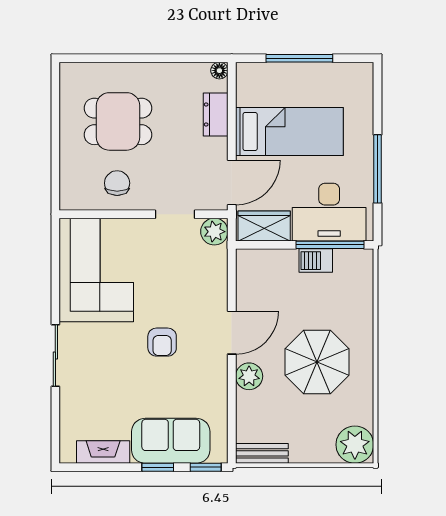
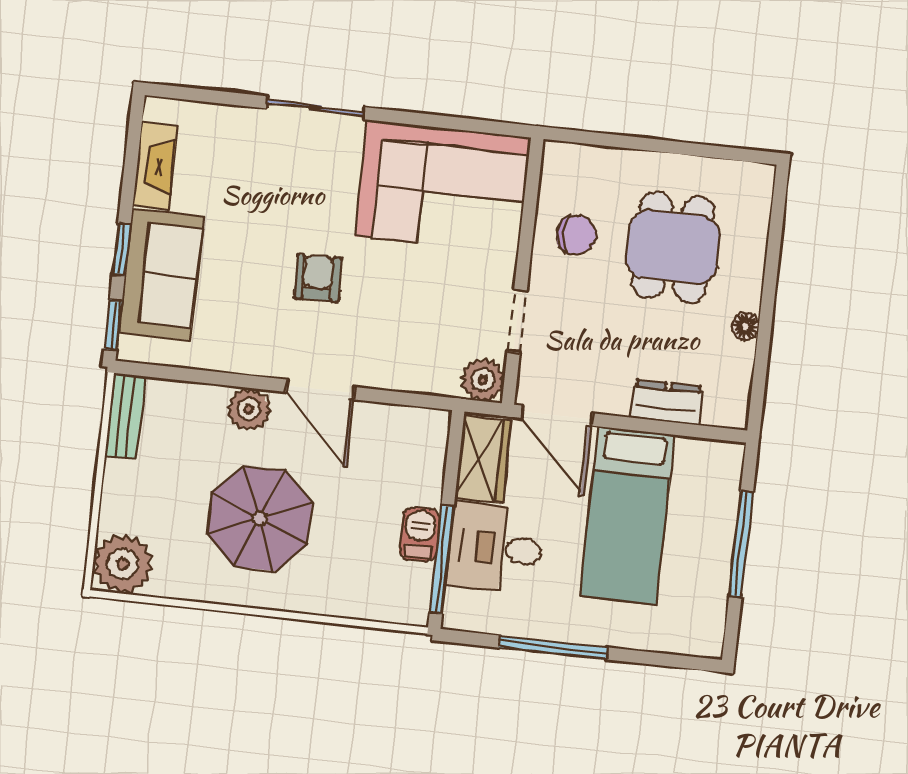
floor lamp: (219, 71) -> (745, 326), moved
desk: (329, 212) -> (495, 548), width x0.73
armchair: (162, 342) -> (318, 278), turned 88

